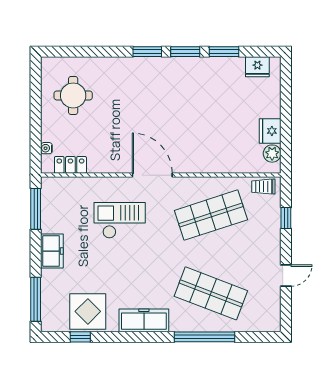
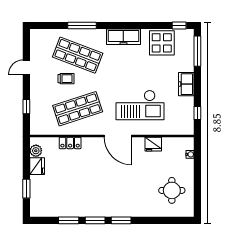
fridge: (257, 67) -> (153, 144), moved, turned 180
window: (286, 98) -> (26, 189), added
locker: (70, 165) -> (70, 143), moved
trolley: (263, 187) -> (66, 79), moved
window: (36, 209) -> (197, 113), width x0.46
checkout: (120, 220) -> (140, 105), width x1.36, depth x1.21
window: (80, 337) -> (179, 25), moved
window: (204, 337) -> (82, 25), width x0.68

